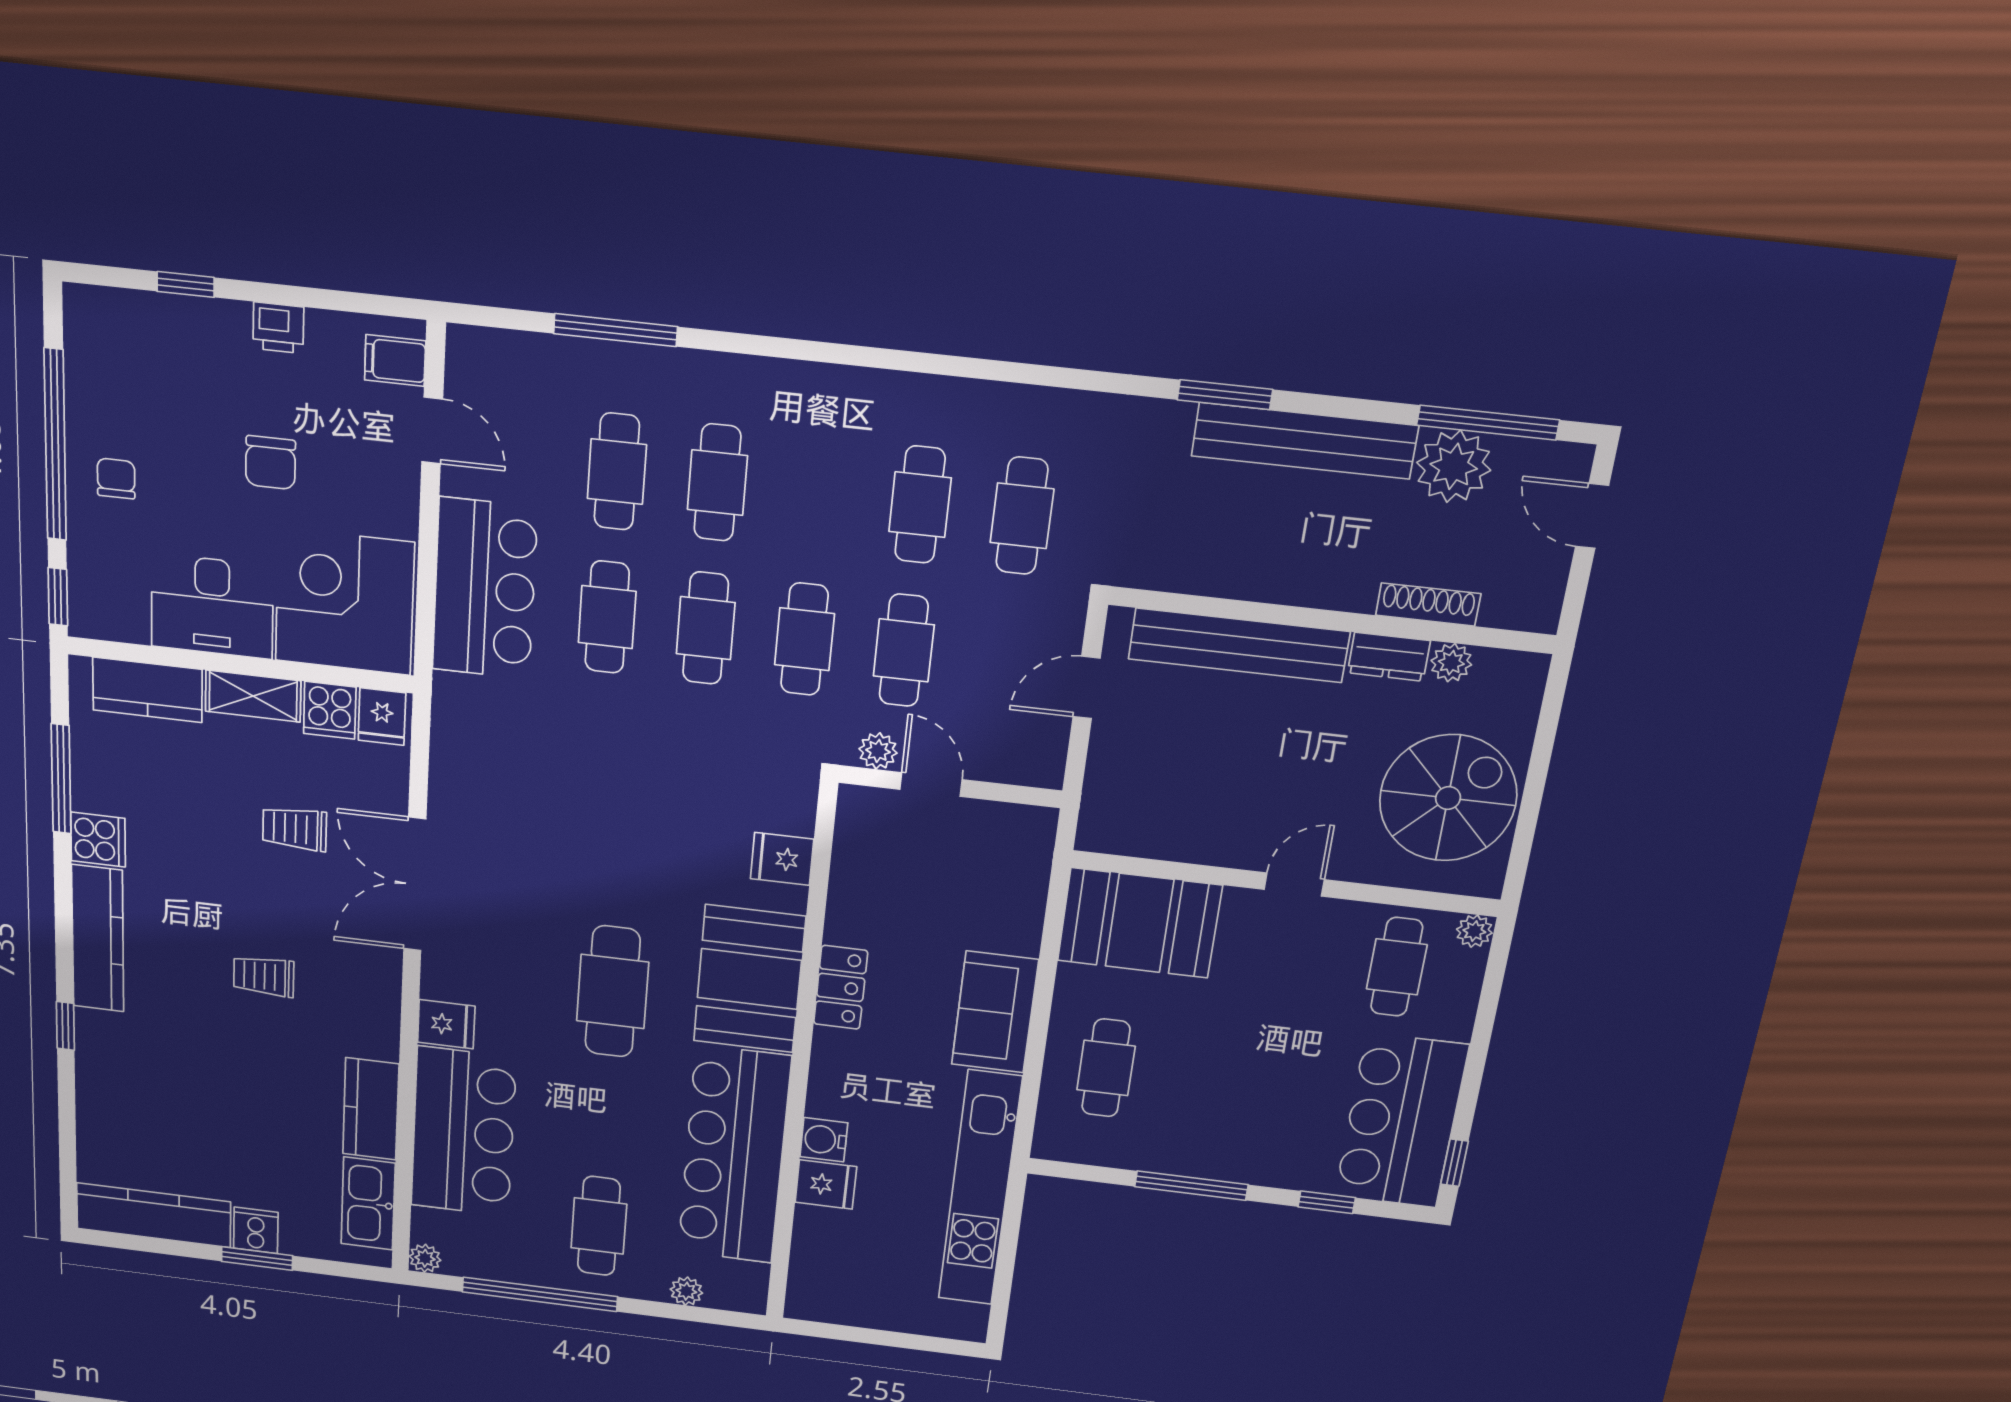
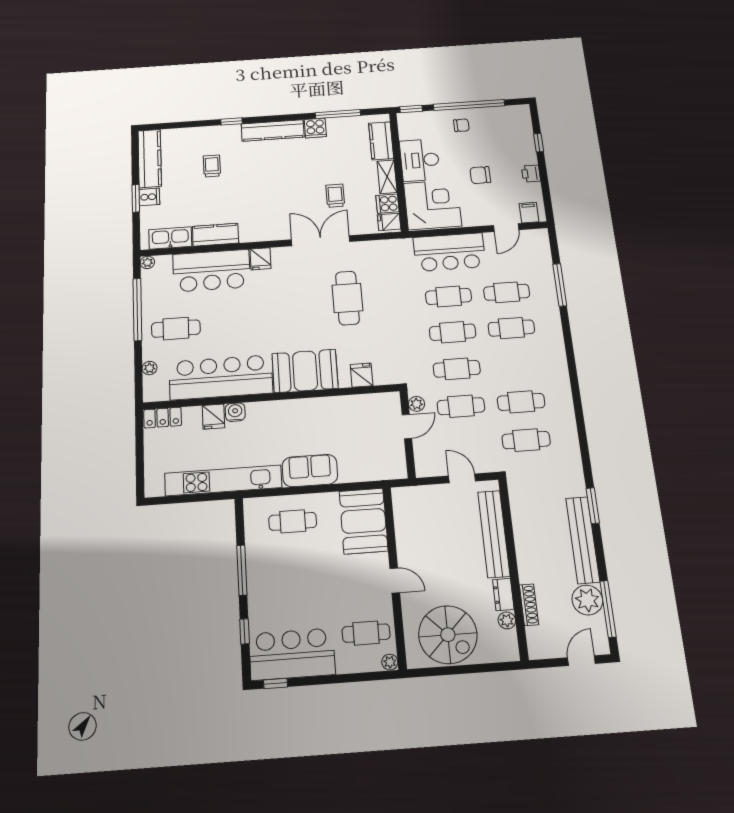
trolley: (264, 976) -> (212, 166), moved
locker: (841, 987) -> (163, 418), moved
cafe table: (613, 992) -> (347, 298), moved, turned 90

